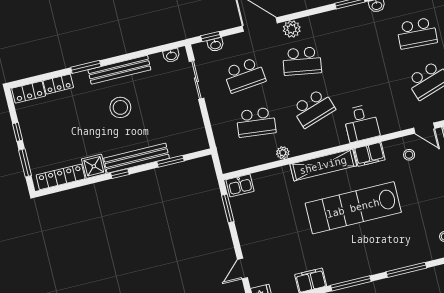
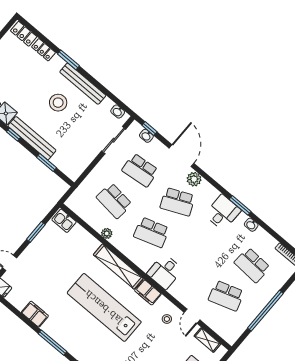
desk: (345, 25) -> (223, 212), added
school desk: (302, 61) -> (177, 202), turned -33
window: (228, 208) -> (36, 232), moved

